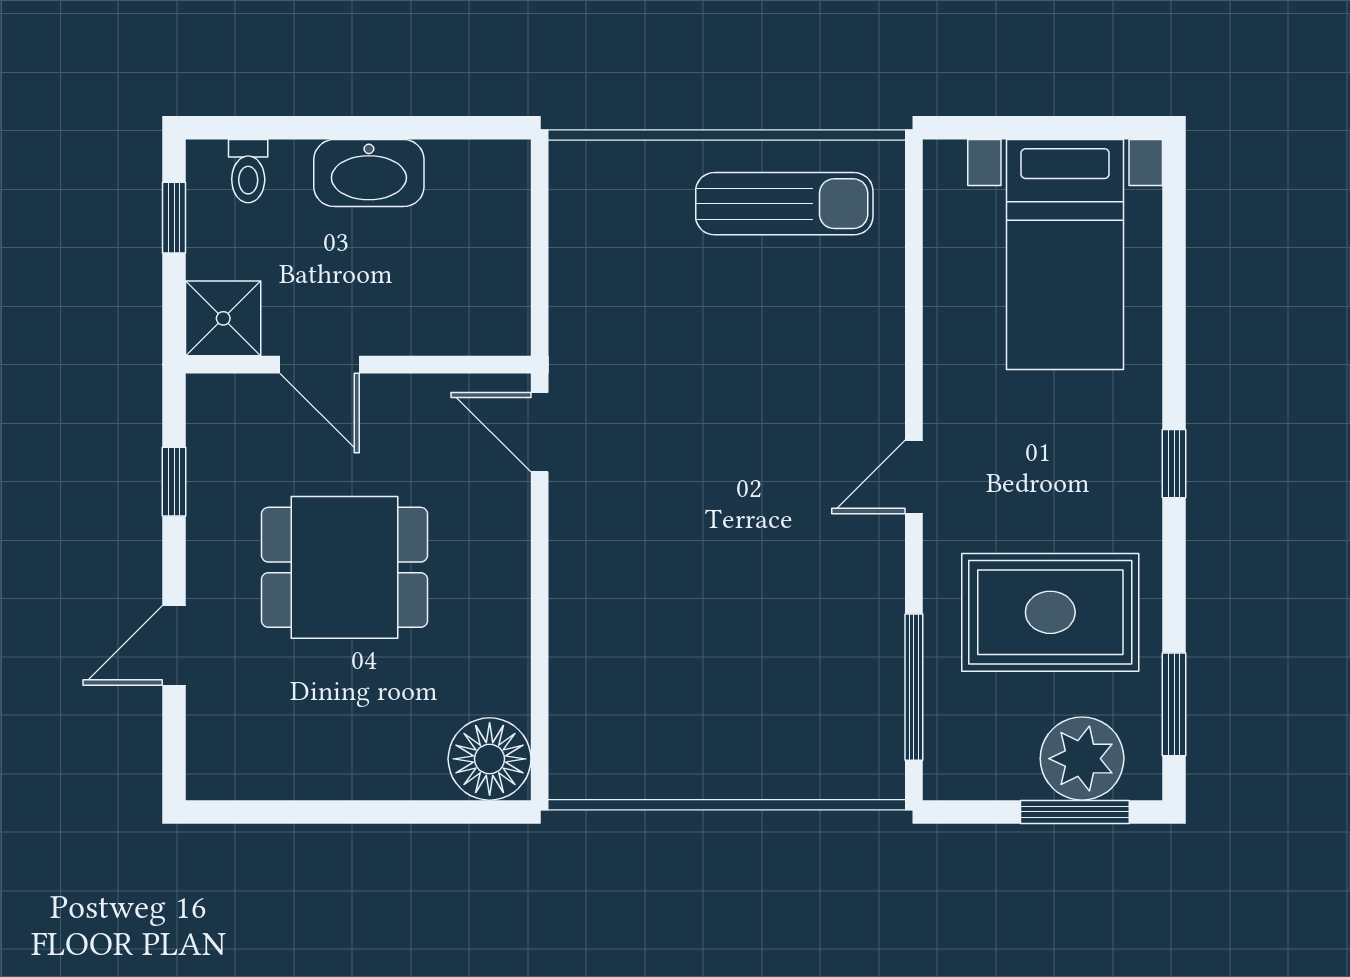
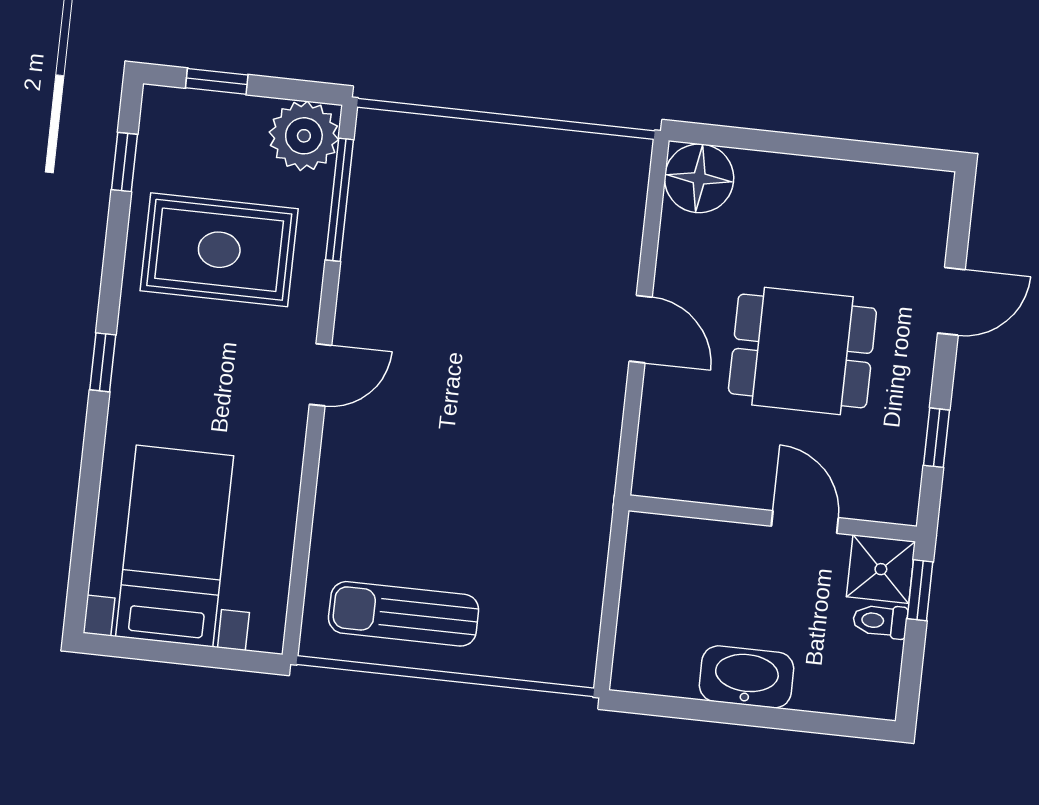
toilet: (248, 171) -> (880, 621), moved, turned -90
window: (174, 218) -> (920, 590), moved
door: (540, 432) -> (641, 329), moved
window: (1174, 704) -> (124, 162), width x0.67
plant: (1082, 759) -> (304, 136), moved
window: (1075, 812) -> (217, 81), width x0.67

